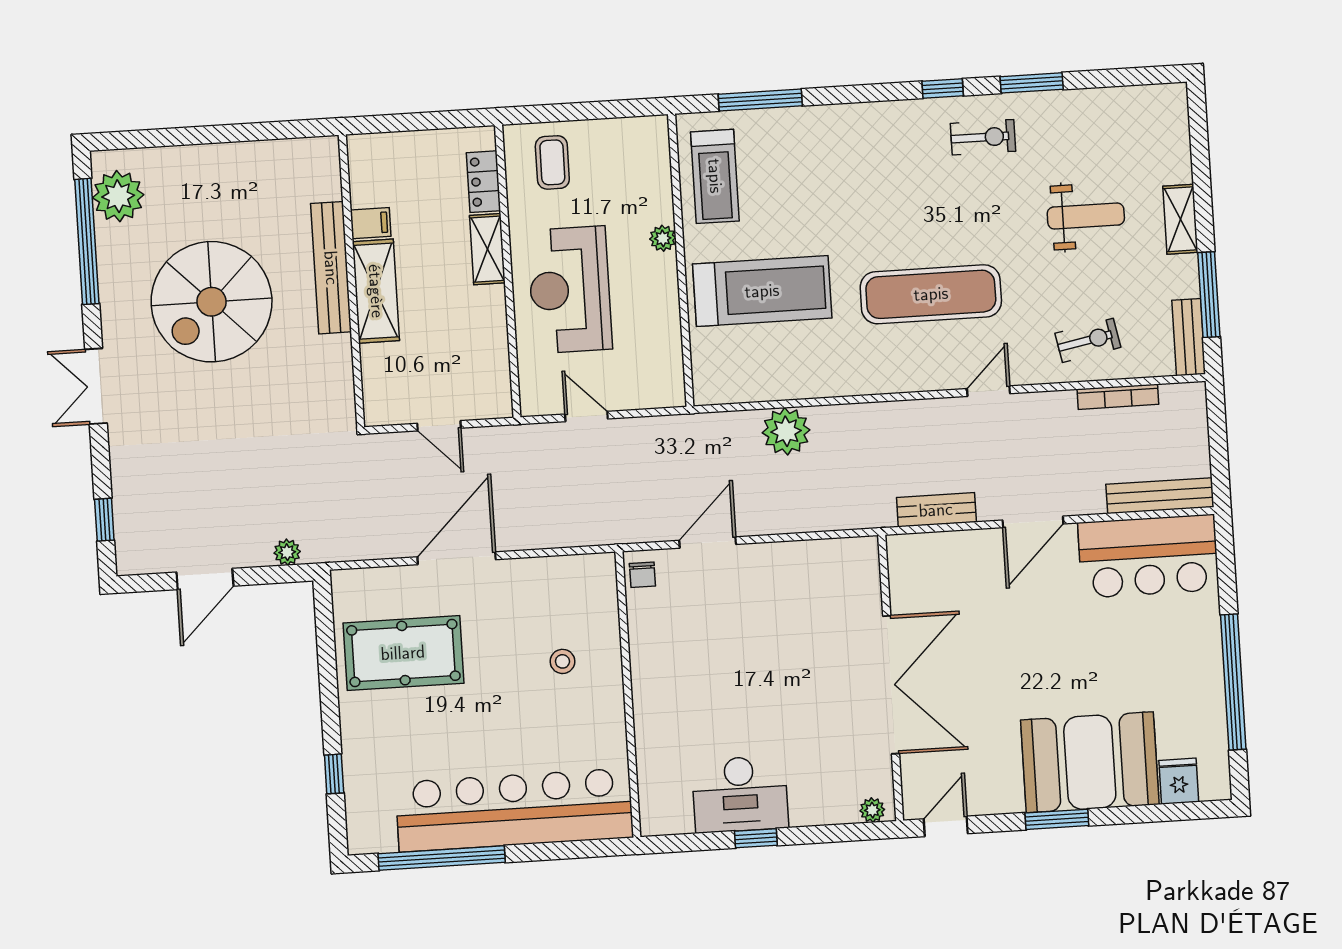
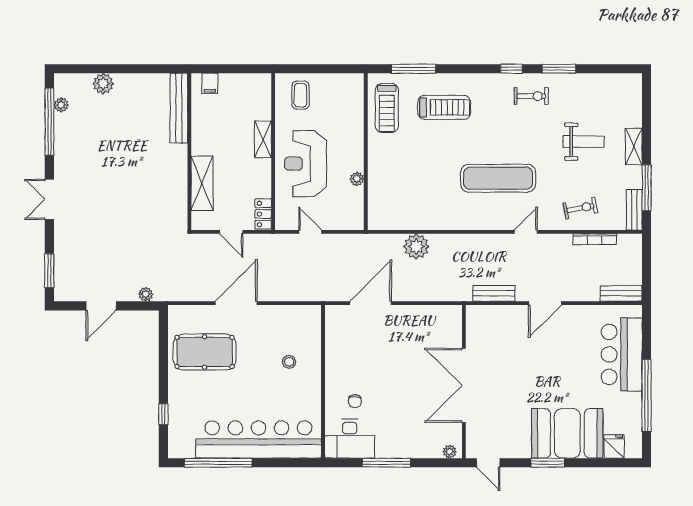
plant: (183, 164) -> (103, 84), added
locker: (484, 182) -> (263, 214), moved
plant: (118, 196) -> (61, 105), width x0.53, depth x0.53
filing cabinet: (371, 223) -> (210, 84), moved, turned 90
plant: (663, 238) -> (357, 179), moved
bench: (331, 268) -> (179, 108), moved
shelving: (376, 291) -> (202, 183), moved
treadmill: (762, 291) -> (444, 107), moved, width x0.73, depth x0.73
spiral stairs: (212, 302) -> (114, 158), removed
bench: (1160, 496) -> (621, 293), width x0.73
window: (104, 520) -> (49, 271), width x1.50
door: (708, 542) -> (371, 303), width x1.36
bar counter: (1148, 556) -> (622, 354), moved, turned 90
chair: (642, 575) -> (355, 401), moved
double door: (891, 685) -> (464, 385), swing flipped
desk: (740, 794) -> (350, 439), moved
door: (946, 826) -> (488, 463), swing flipped
window: (756, 838) -> (386, 463), width x2.17

